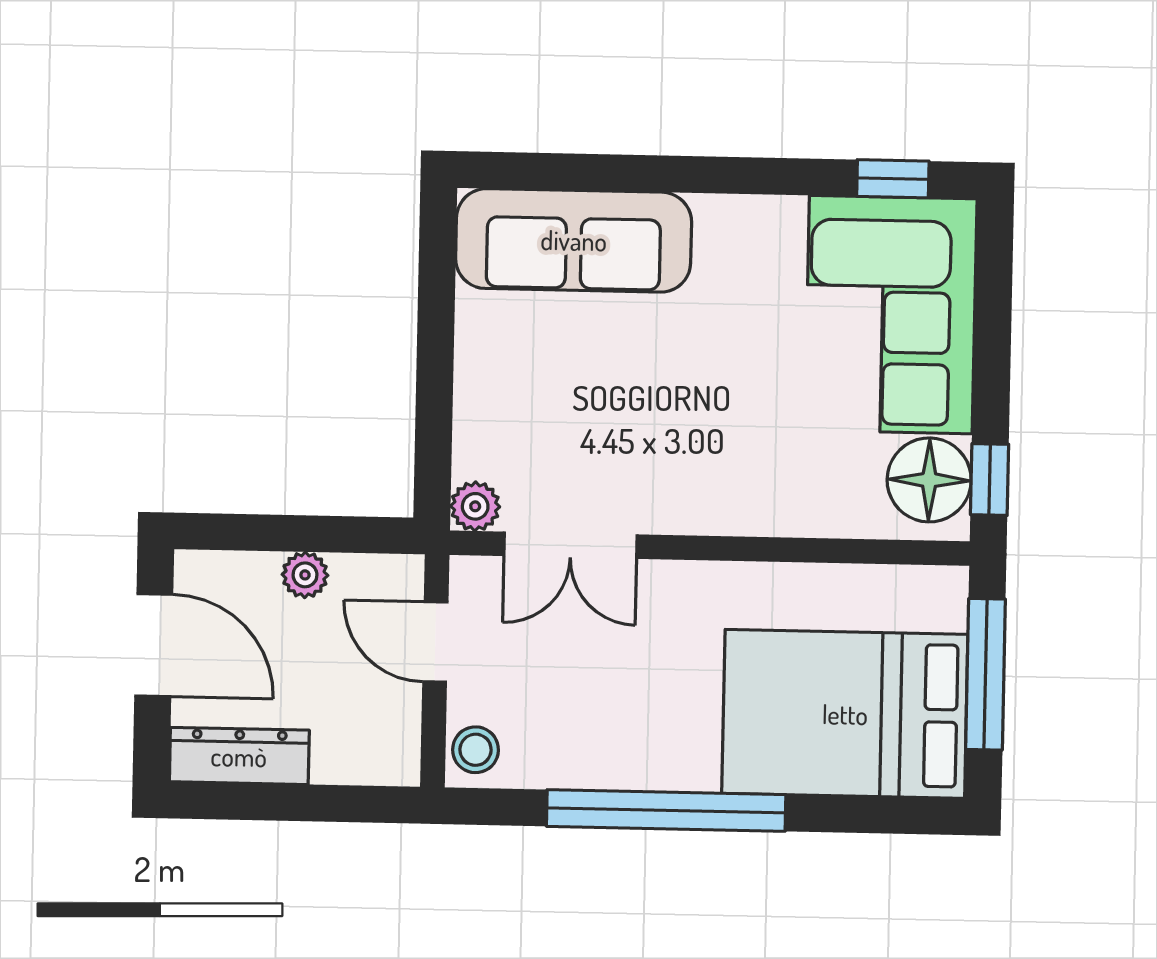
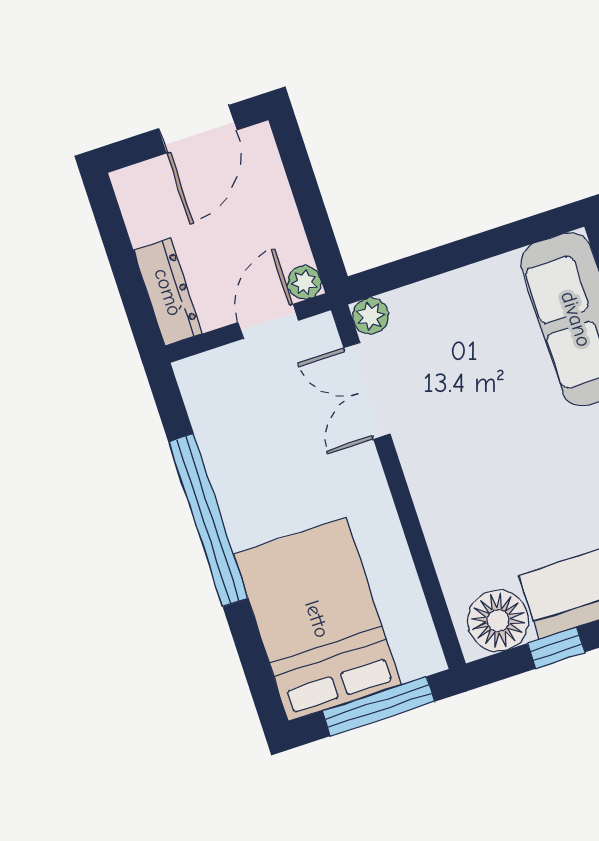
window: (990, 479) -> (556, 648), moved
plant: (305, 575) -> (304, 283), moved
stool: (476, 750) -> (204, 375), removed
dresser: (239, 756) -> (168, 292), moved

